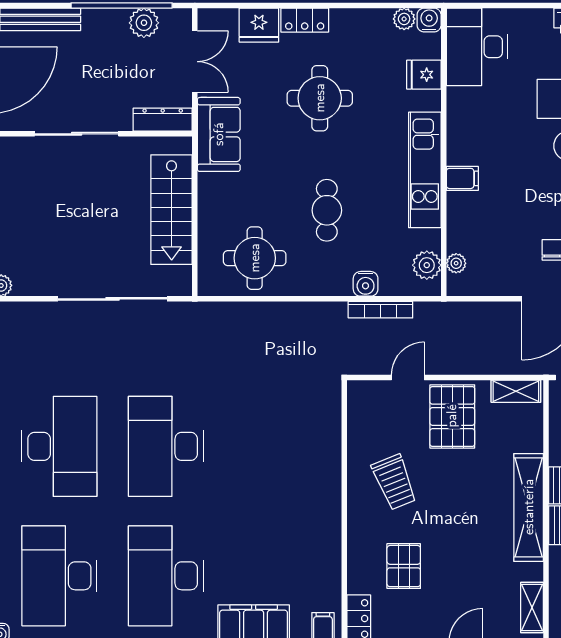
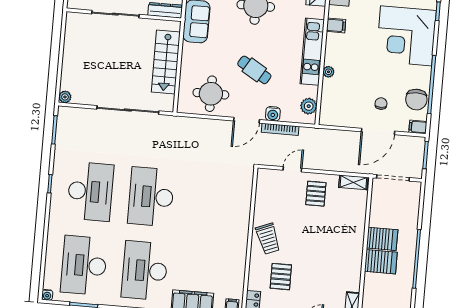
filing cabinet: (462, 178) -> (336, 25), moved
cafe table: (327, 210) -> (254, 70), turned -59
plant: (456, 263) -> (328, 72), moved
door: (321, 299) -> (247, 120), added
pallet: (452, 416) -> (316, 194), width x0.67, depth x0.71
trolley: (394, 482) -> (268, 239), moved
shelving: (529, 507) -> (355, 249), removed

